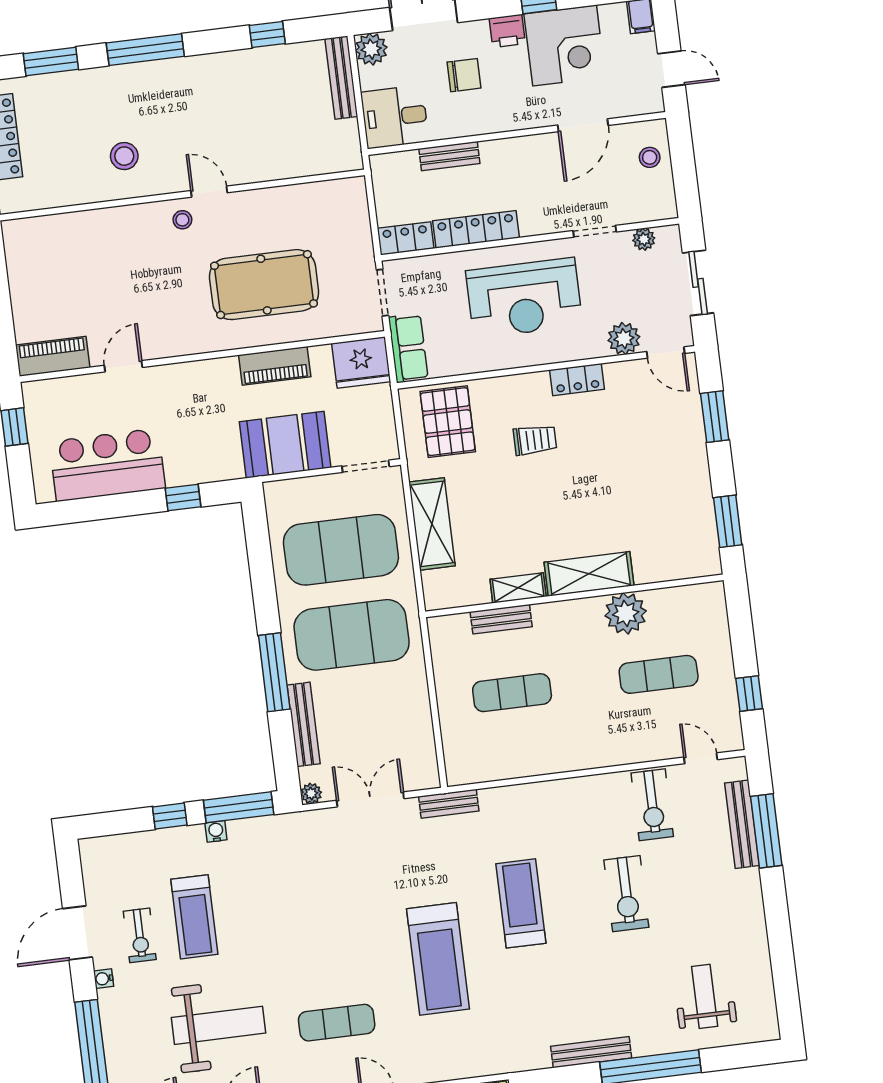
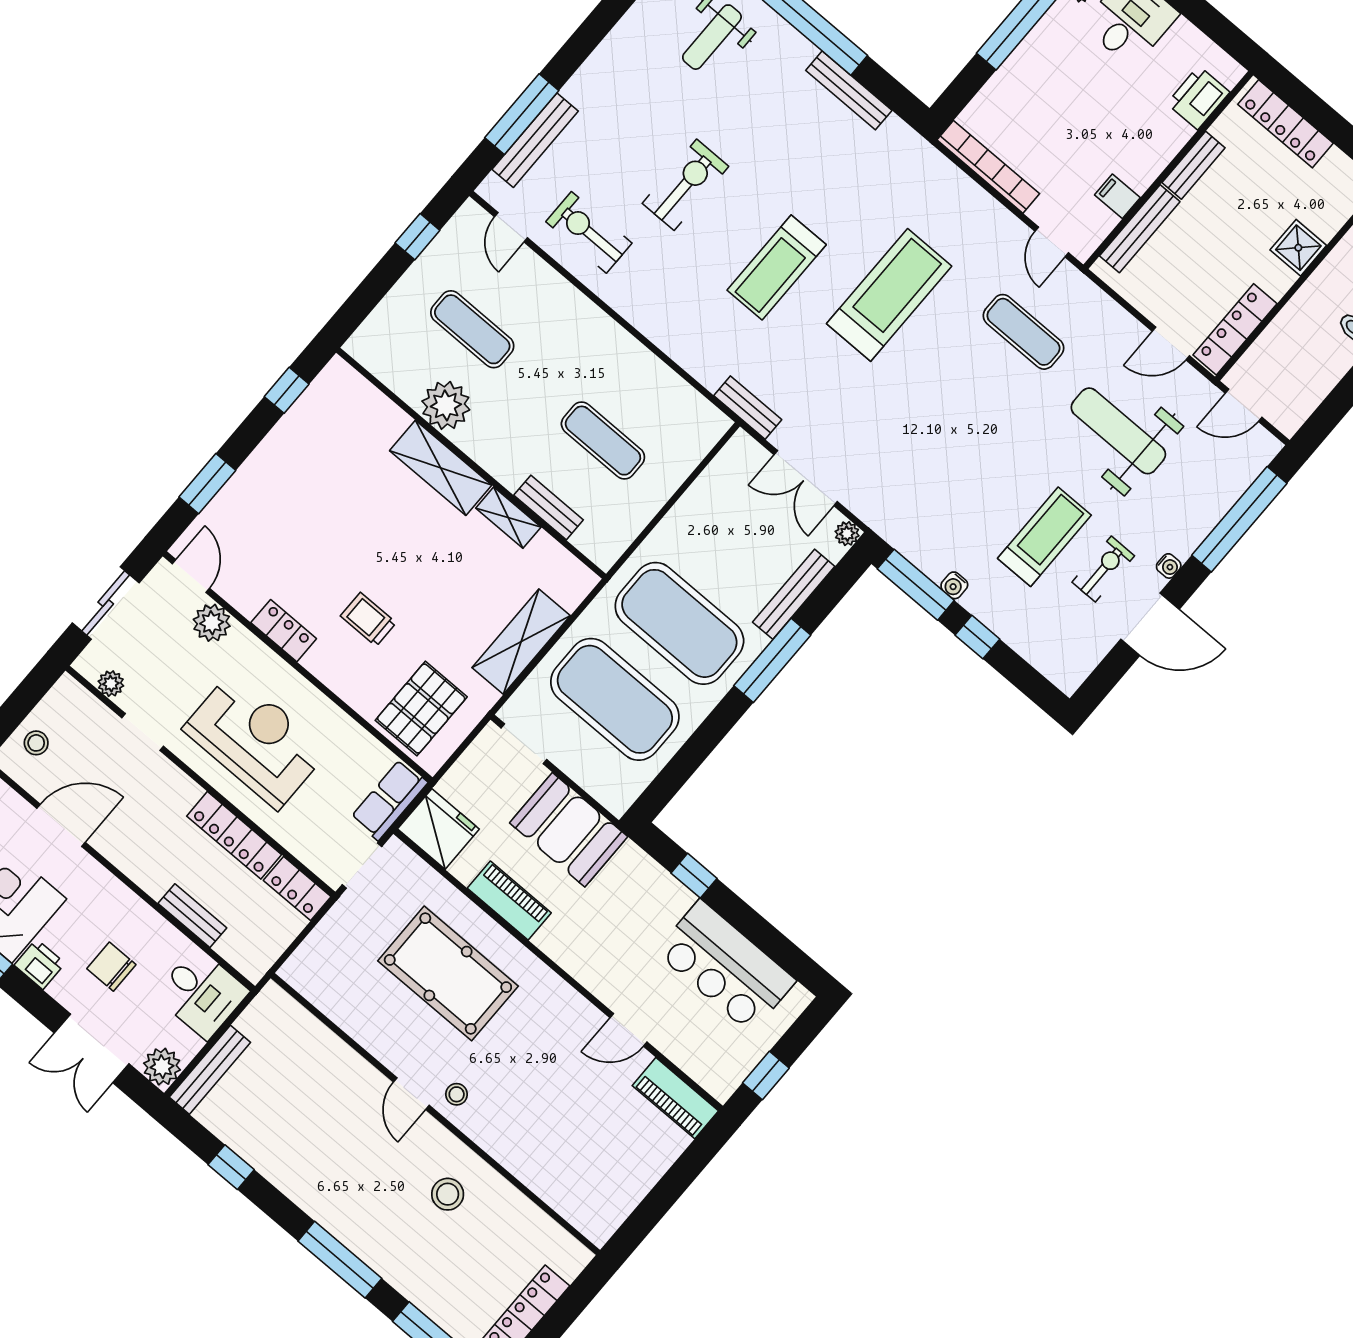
window: (728, 521) -> (287, 390), width x0.67
exercise bike: (652, 805) -> (589, 232), turned -90

